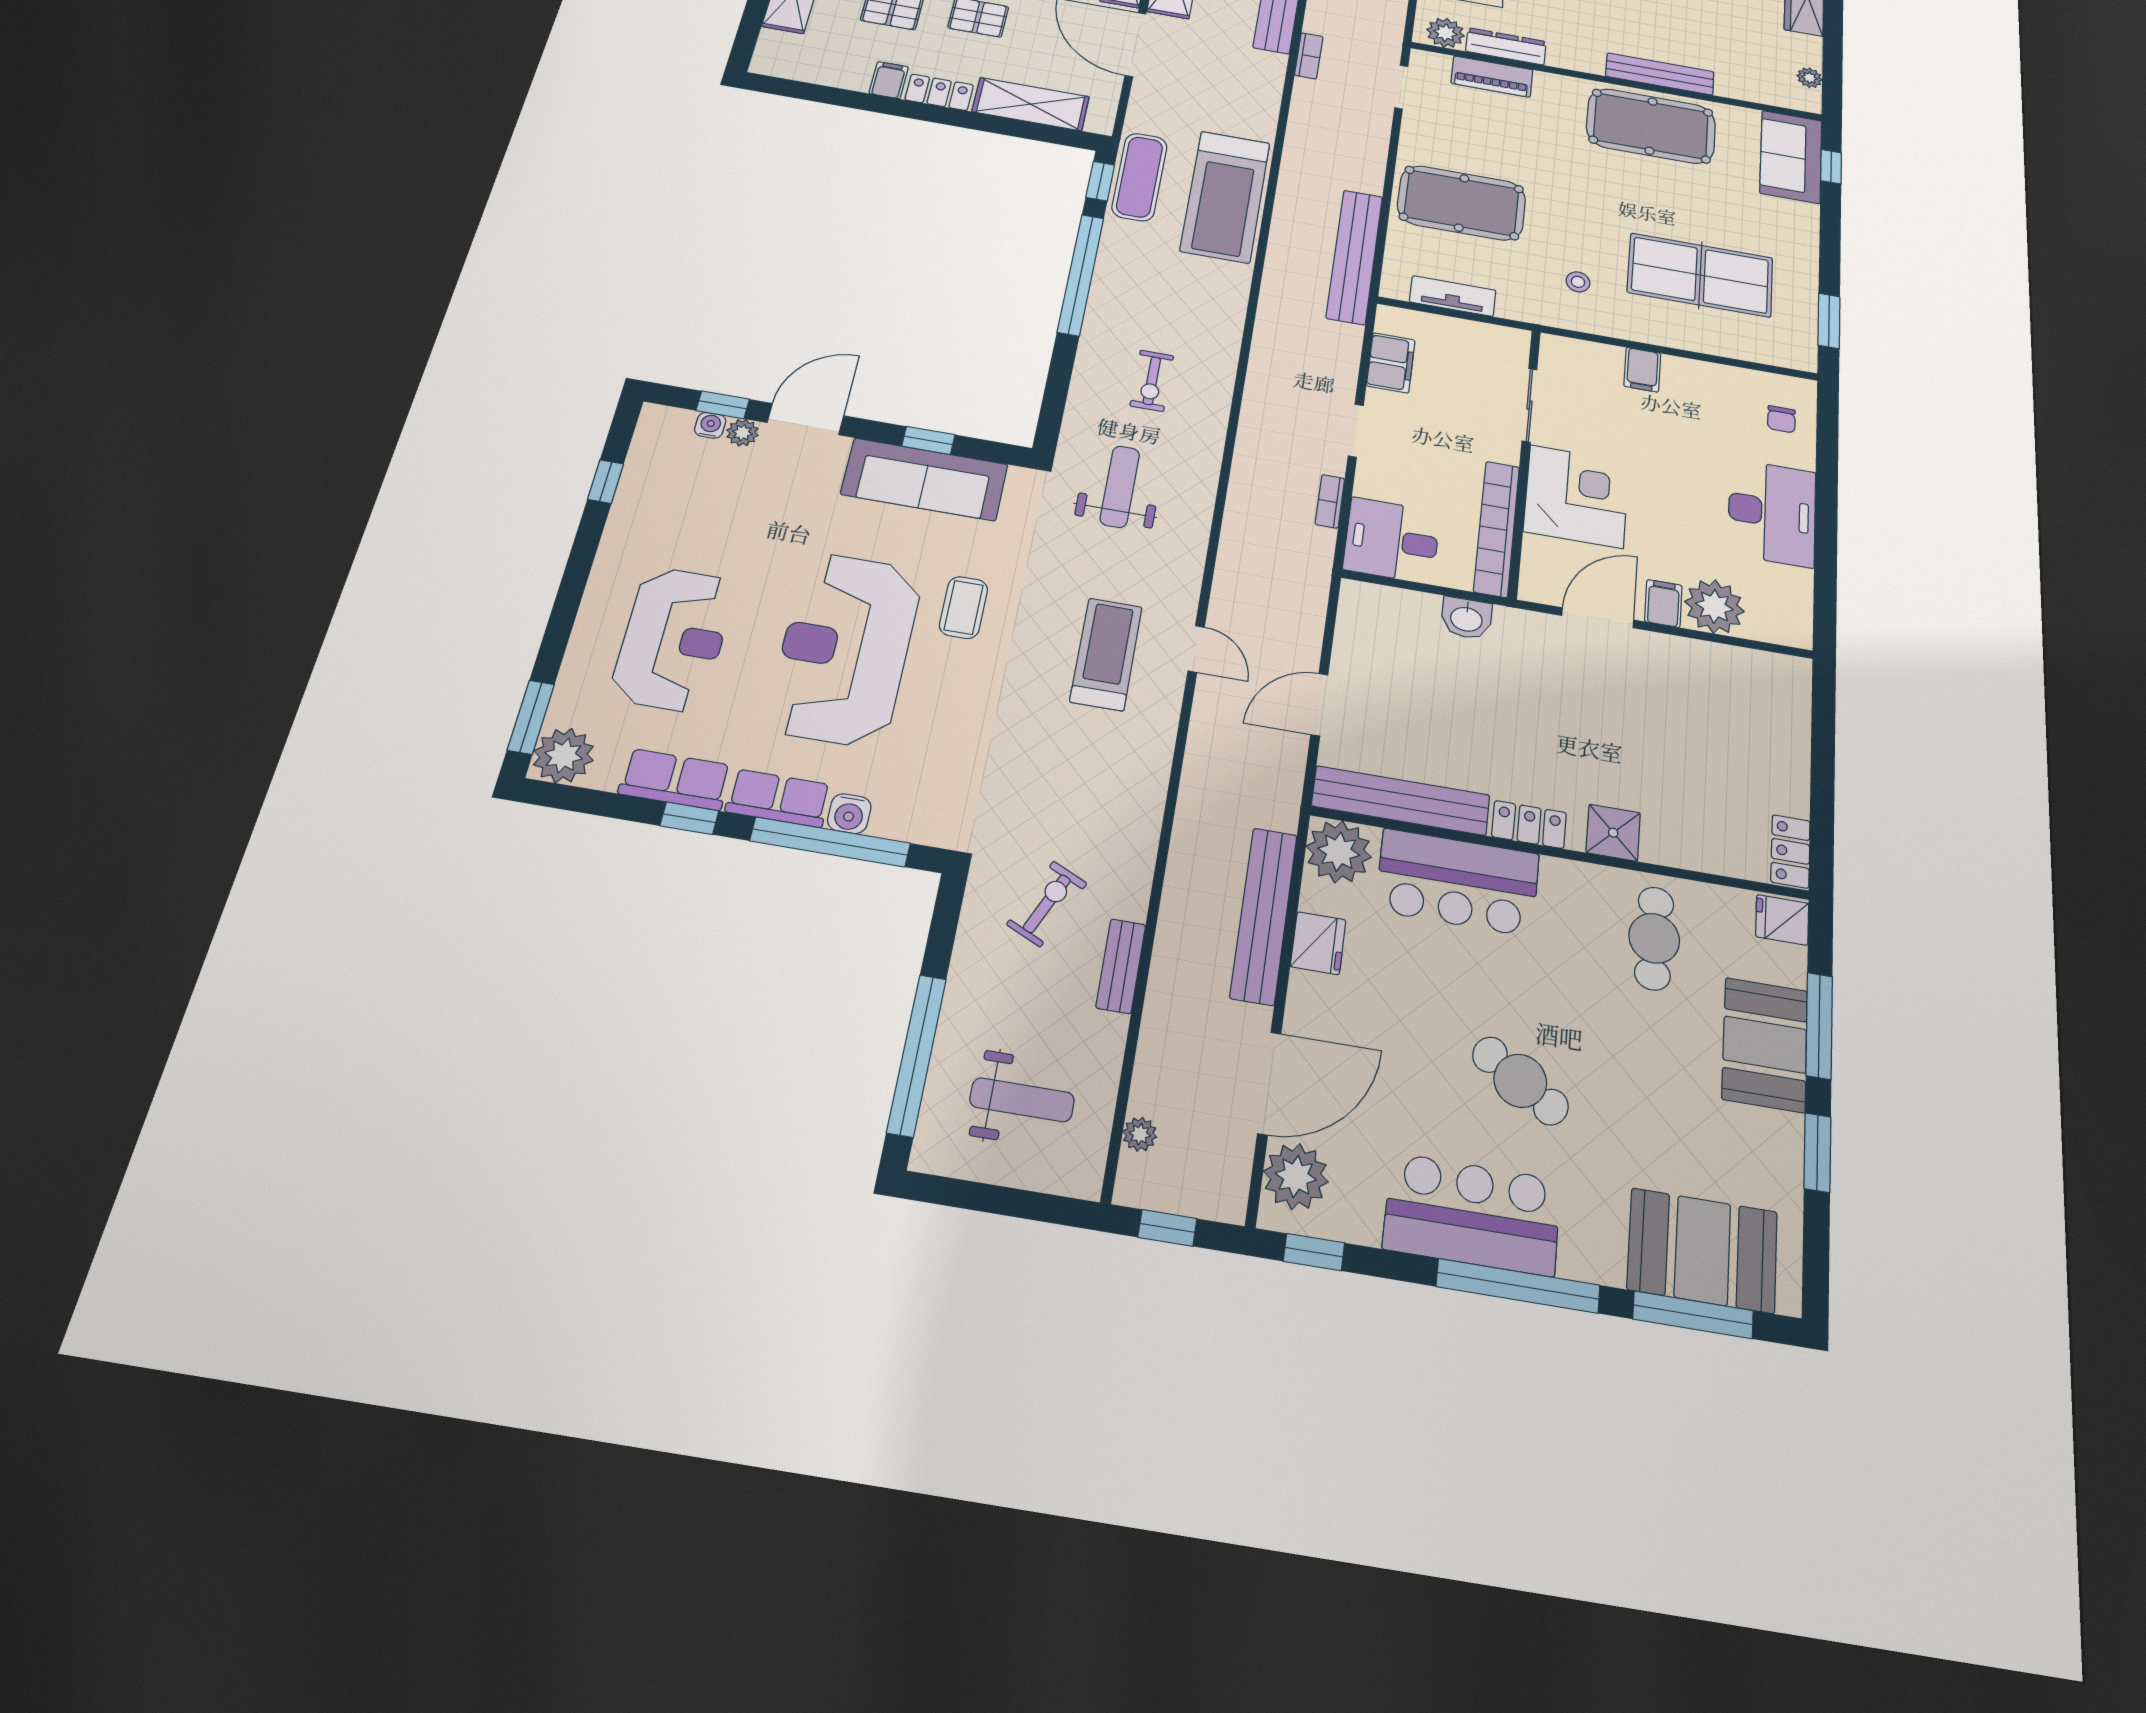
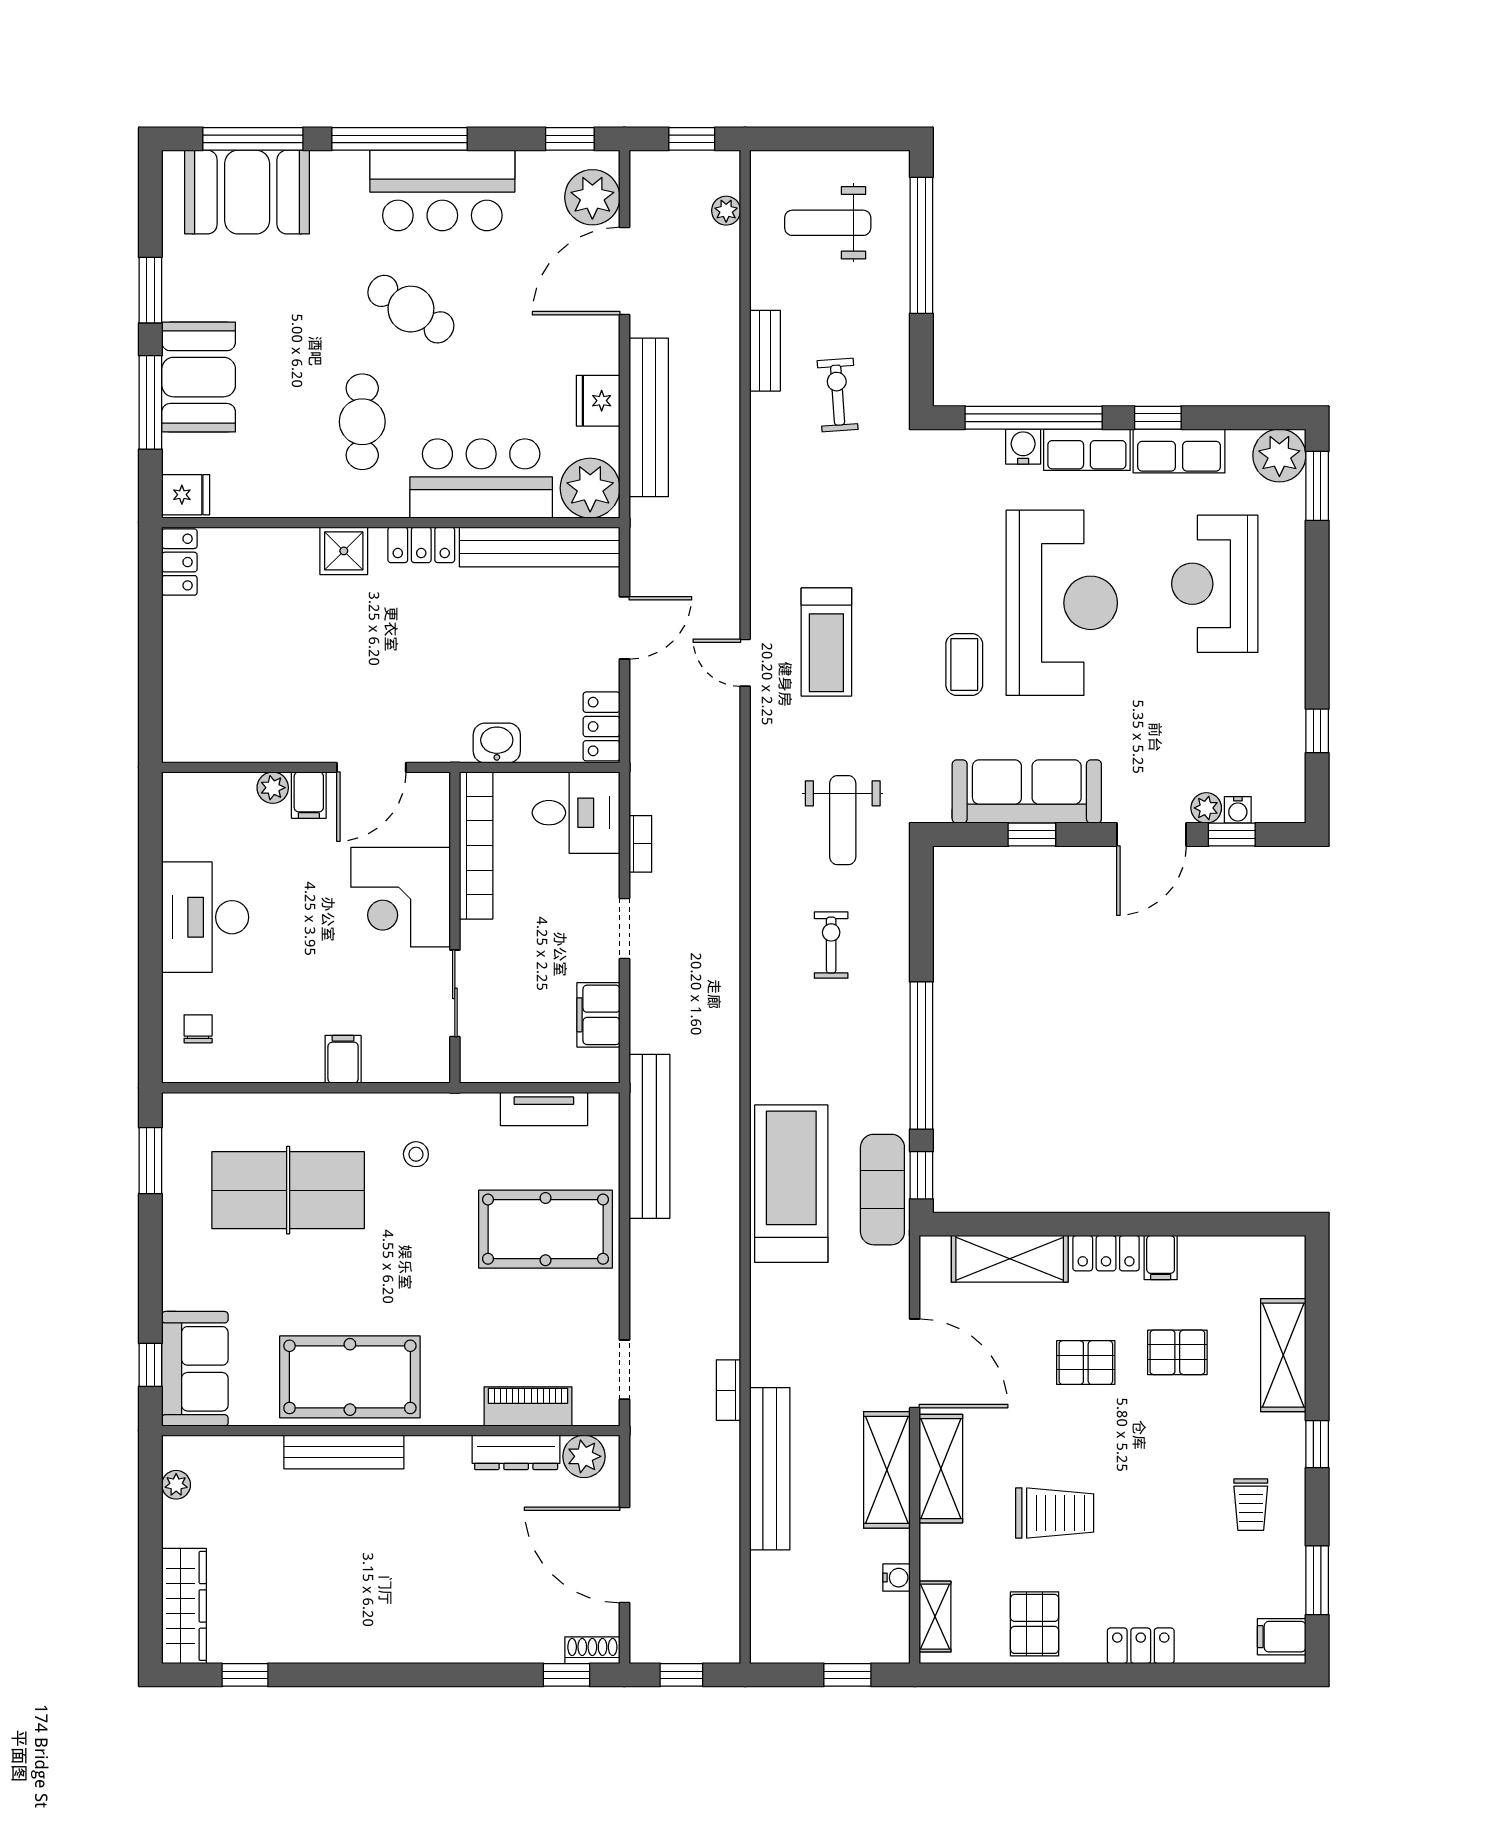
plant: (1714, 606) -> (273, 788), width x0.53, depth x0.53
locker: (1356, 615) -> (602, 726), added
exercise bike: (1047, 904) -> (838, 395), turned 151
cafe table: (1654, 938) -> (362, 422), moved

